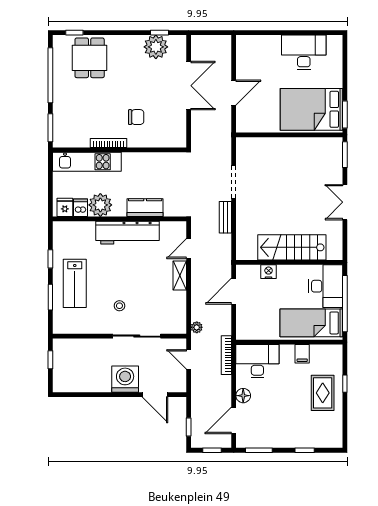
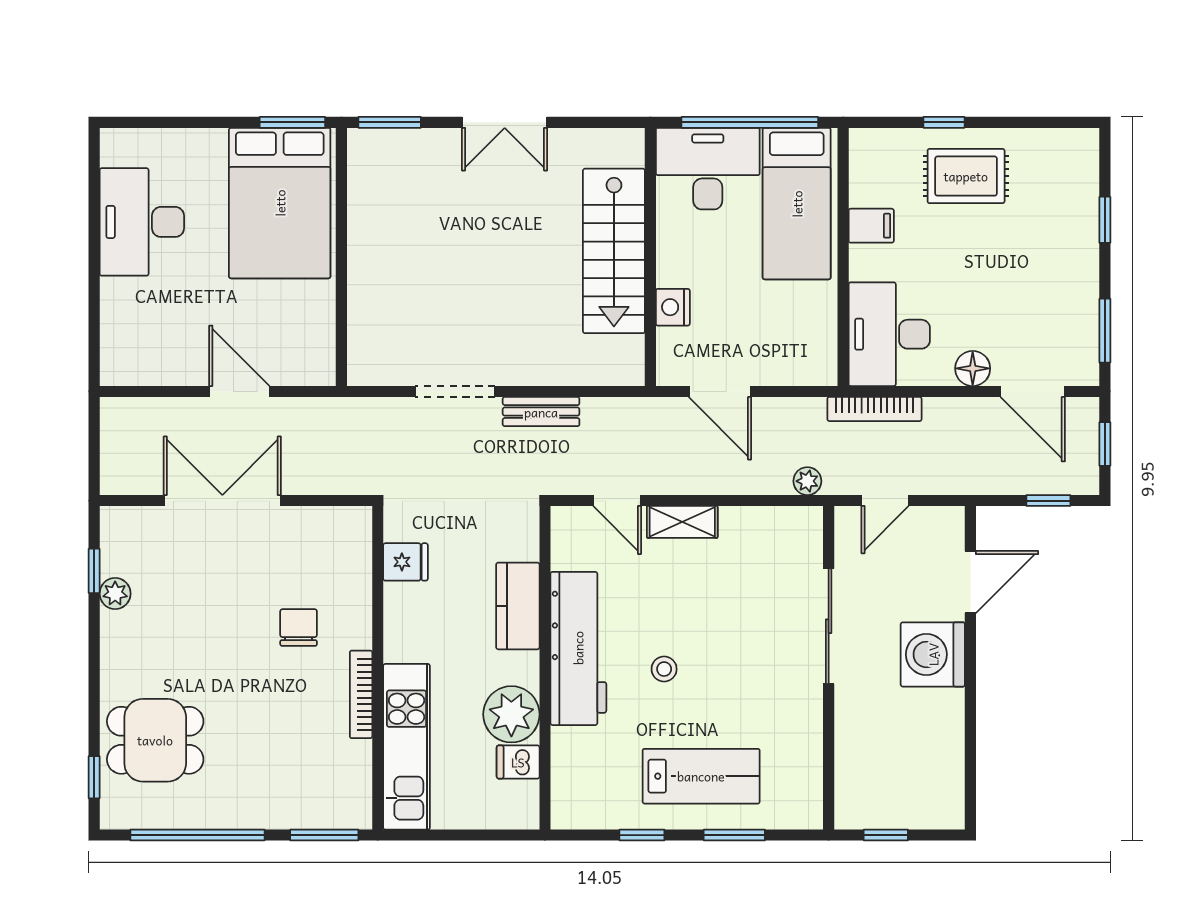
plant: (156, 47) -> (115, 594), width x0.53, depth x0.53
fridge: (65, 207) -> (405, 562), moved, turned 180
stool: (119, 306) -> (664, 669), moved

